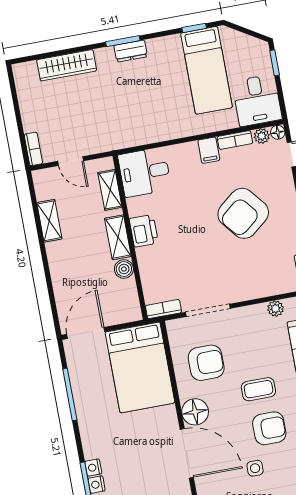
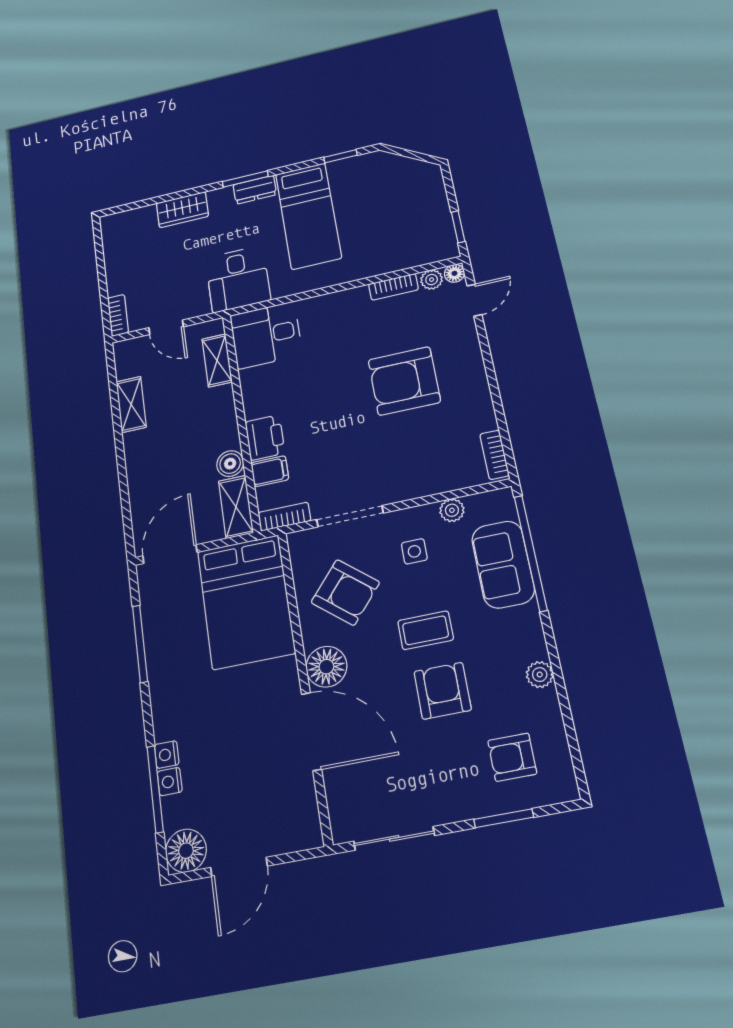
window: (275, 63) -> (458, 227), moved
wardrobe: (67, 65) -> (182, 210), width x0.67
bed: (206, 70) -> (308, 216), moved
desk: (257, 100) -> (238, 279), moved
filing cabinet: (209, 150) -> (270, 471), moved, turned -90
armchair: (243, 213) -> (404, 381), turned 39
printer: (144, 231) -> (265, 438), moved
shelving: (118, 237) -> (236, 507), moved
armchair: (206, 363) -> (345, 592), turned 40
armchair: (269, 428) -> (443, 691), turned -90
side table: (255, 468) -> (414, 551), moved

